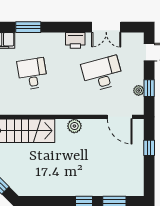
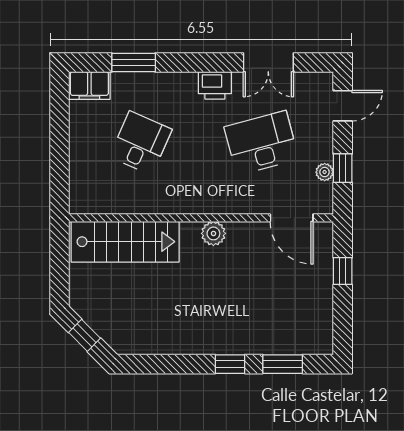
desk: (32, 74) -> (141, 143), turned 33

